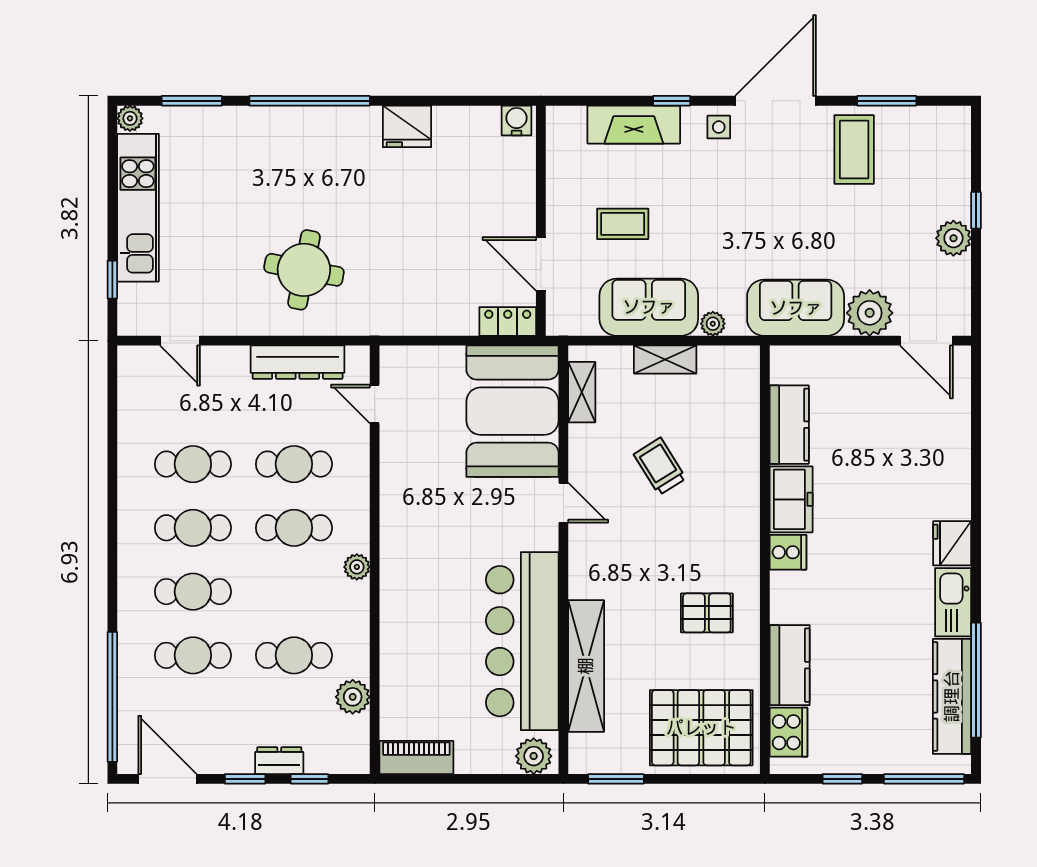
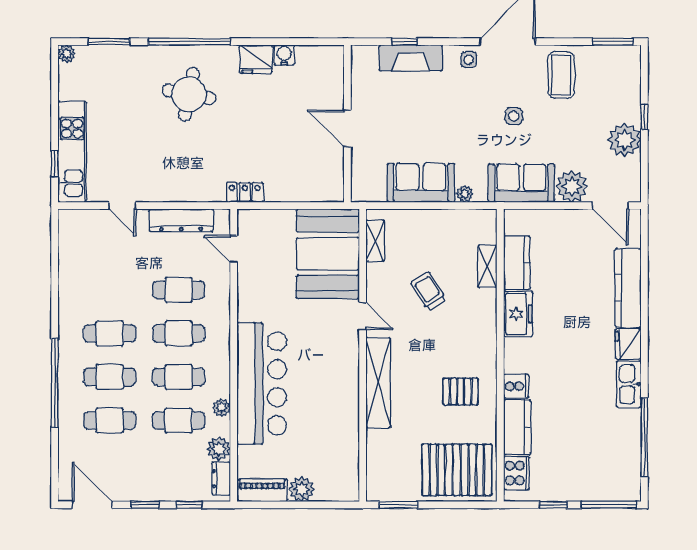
window: (672, 101) -> (404, 42), moved
window: (887, 101) -> (613, 42), moved
water cooler: (517, 120) -> (284, 55), moved
kitchen unit: (138, 208) -> (72, 152), moved
side table: (785, 210) -> (514, 116), added
coffee table: (623, 224) -> (403, 126), removed
plant: (953, 238) -> (625, 140), width x1.36, depth x1.36
door: (541, 264) -> (347, 128), moved
round table: (304, 270) -> (189, 94), moved
locker: (508, 321) -> (245, 192), moved
door: (180, 341) -> (122, 206), moved
shelving: (665, 359) -> (487, 266), moved, turned 90
cafe table: (193, 464) -> (179, 377), moved
cooker: (788, 552) -> (516, 386), moved
plant: (357, 567) -> (222, 408), moved
bar counter: (522, 641) -> (262, 383), moved, turned 180
shelving: (586, 666) -> (378, 383), moved
kitchen counter: (952, 696) -> (628, 288), moved
window: (112, 697) -> (55, 383), moved
plant: (534, 756) -> (302, 489), moved
dresser: (279, 761) -> (221, 479), moved, turned -90

